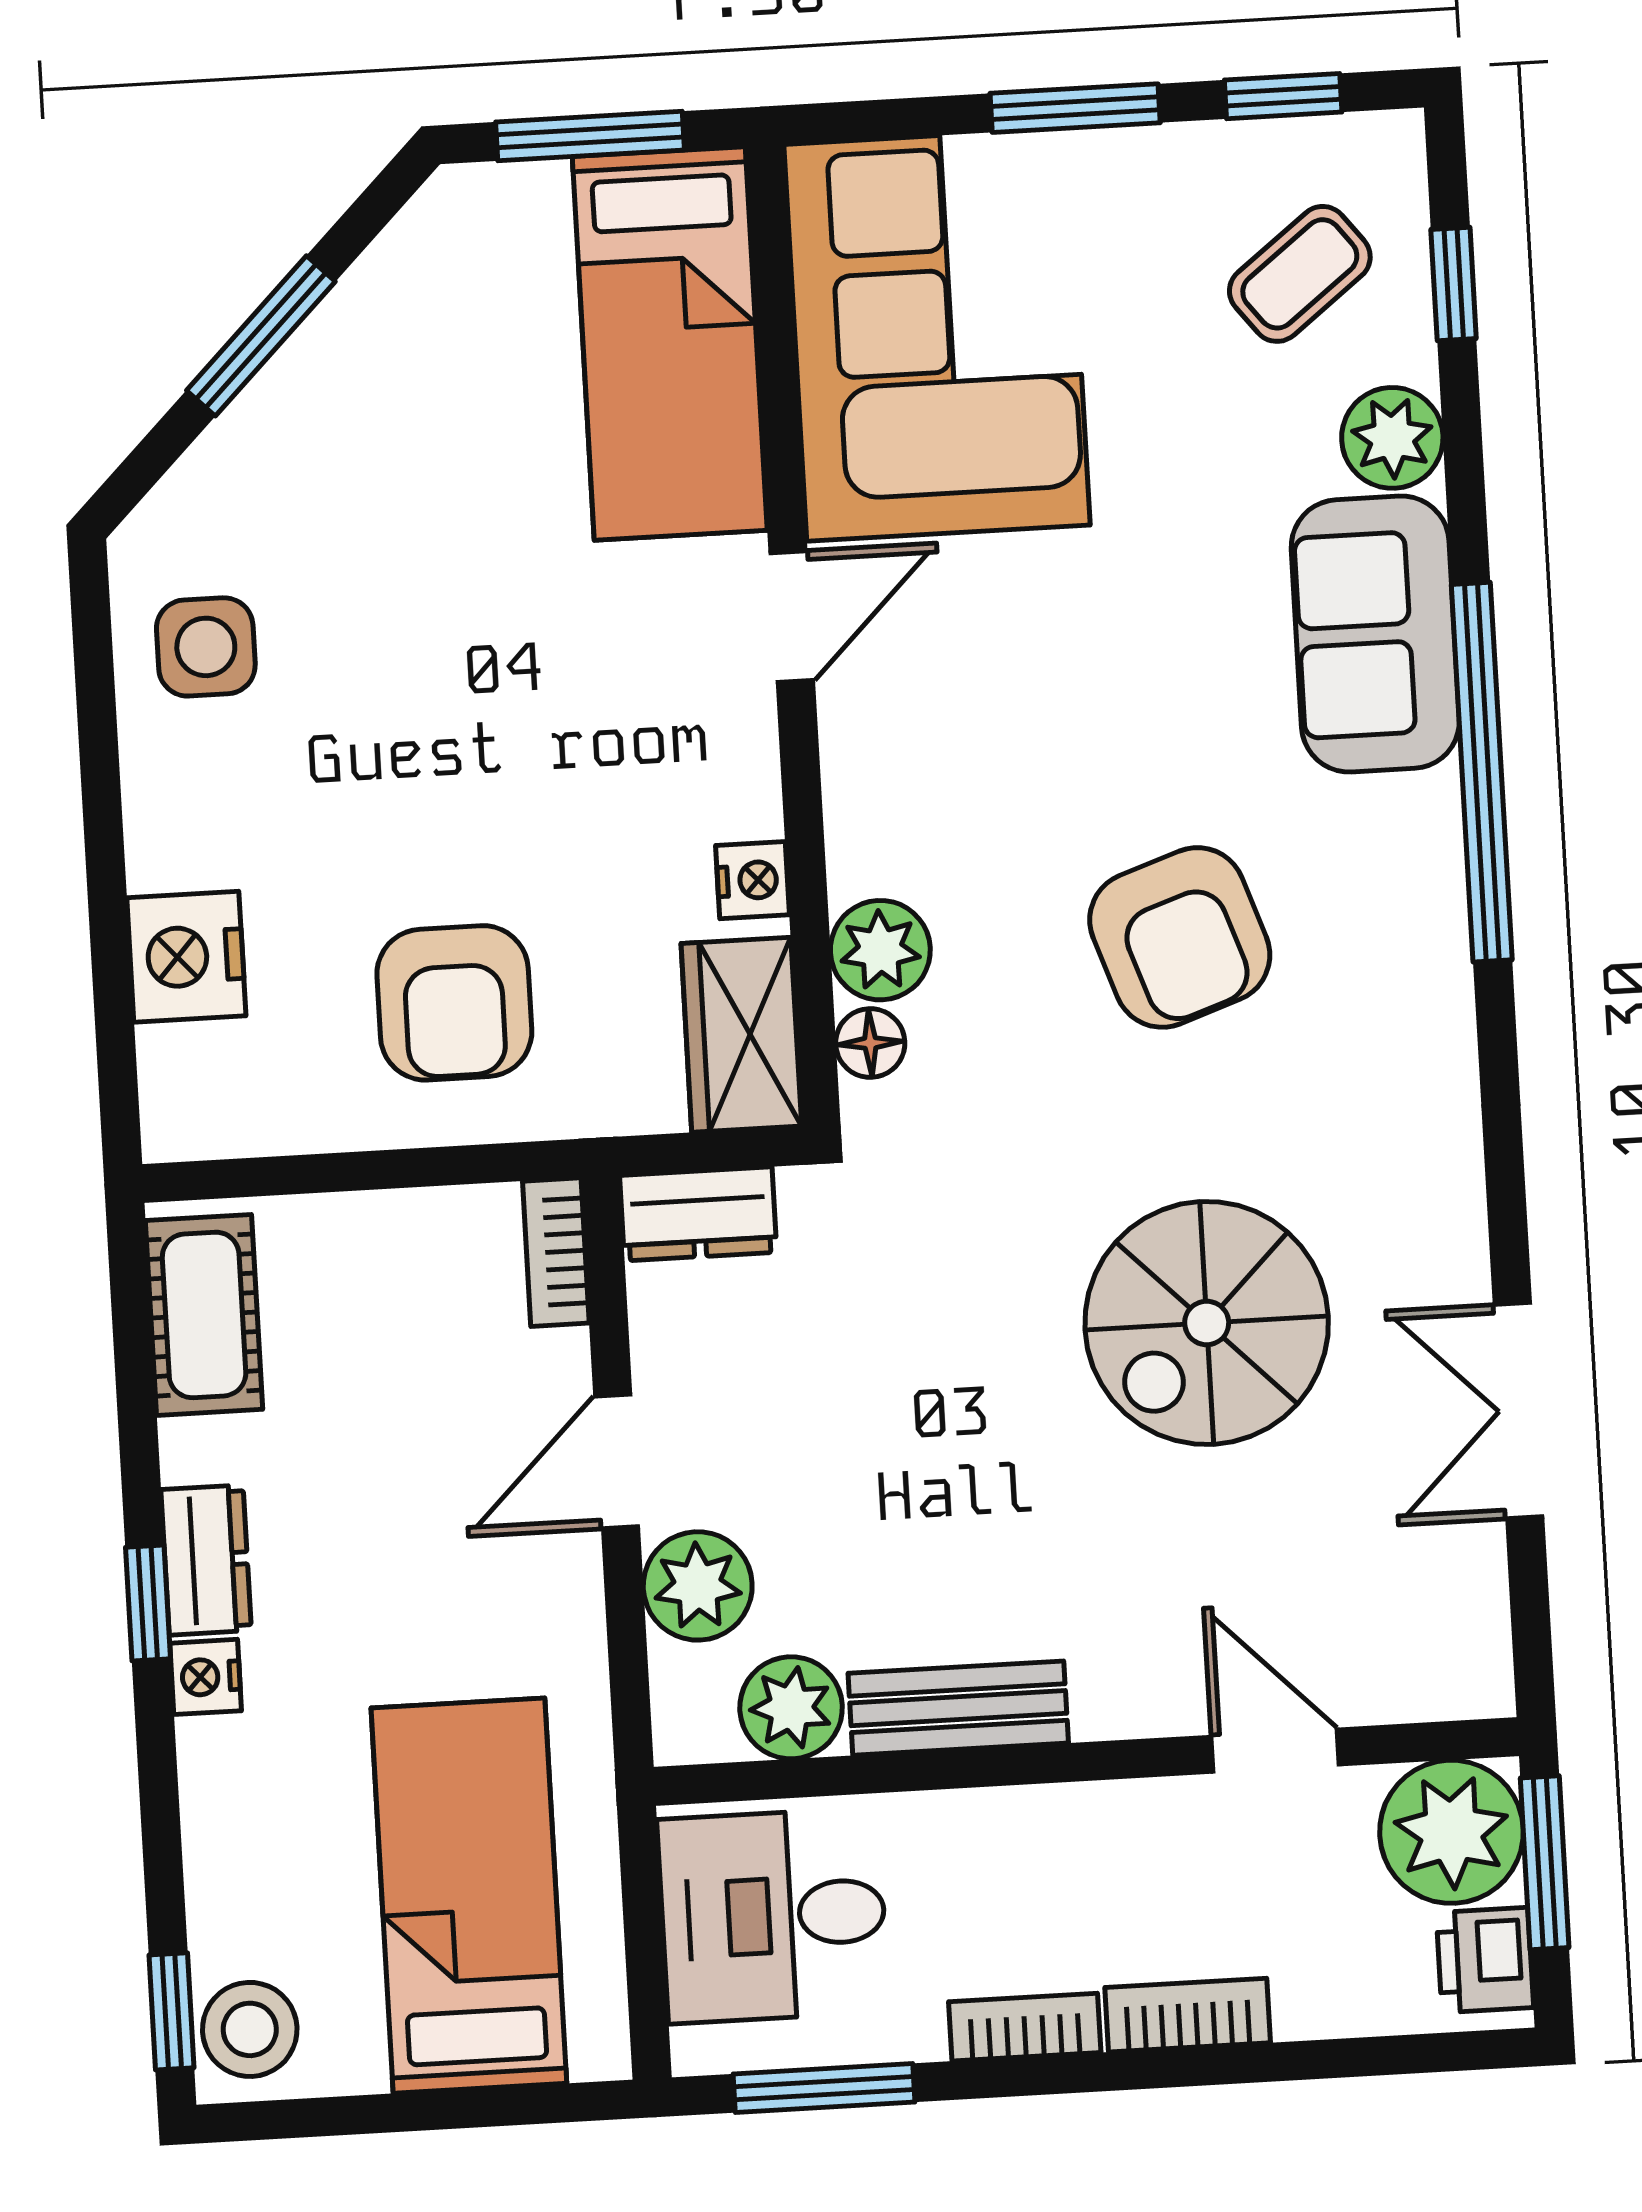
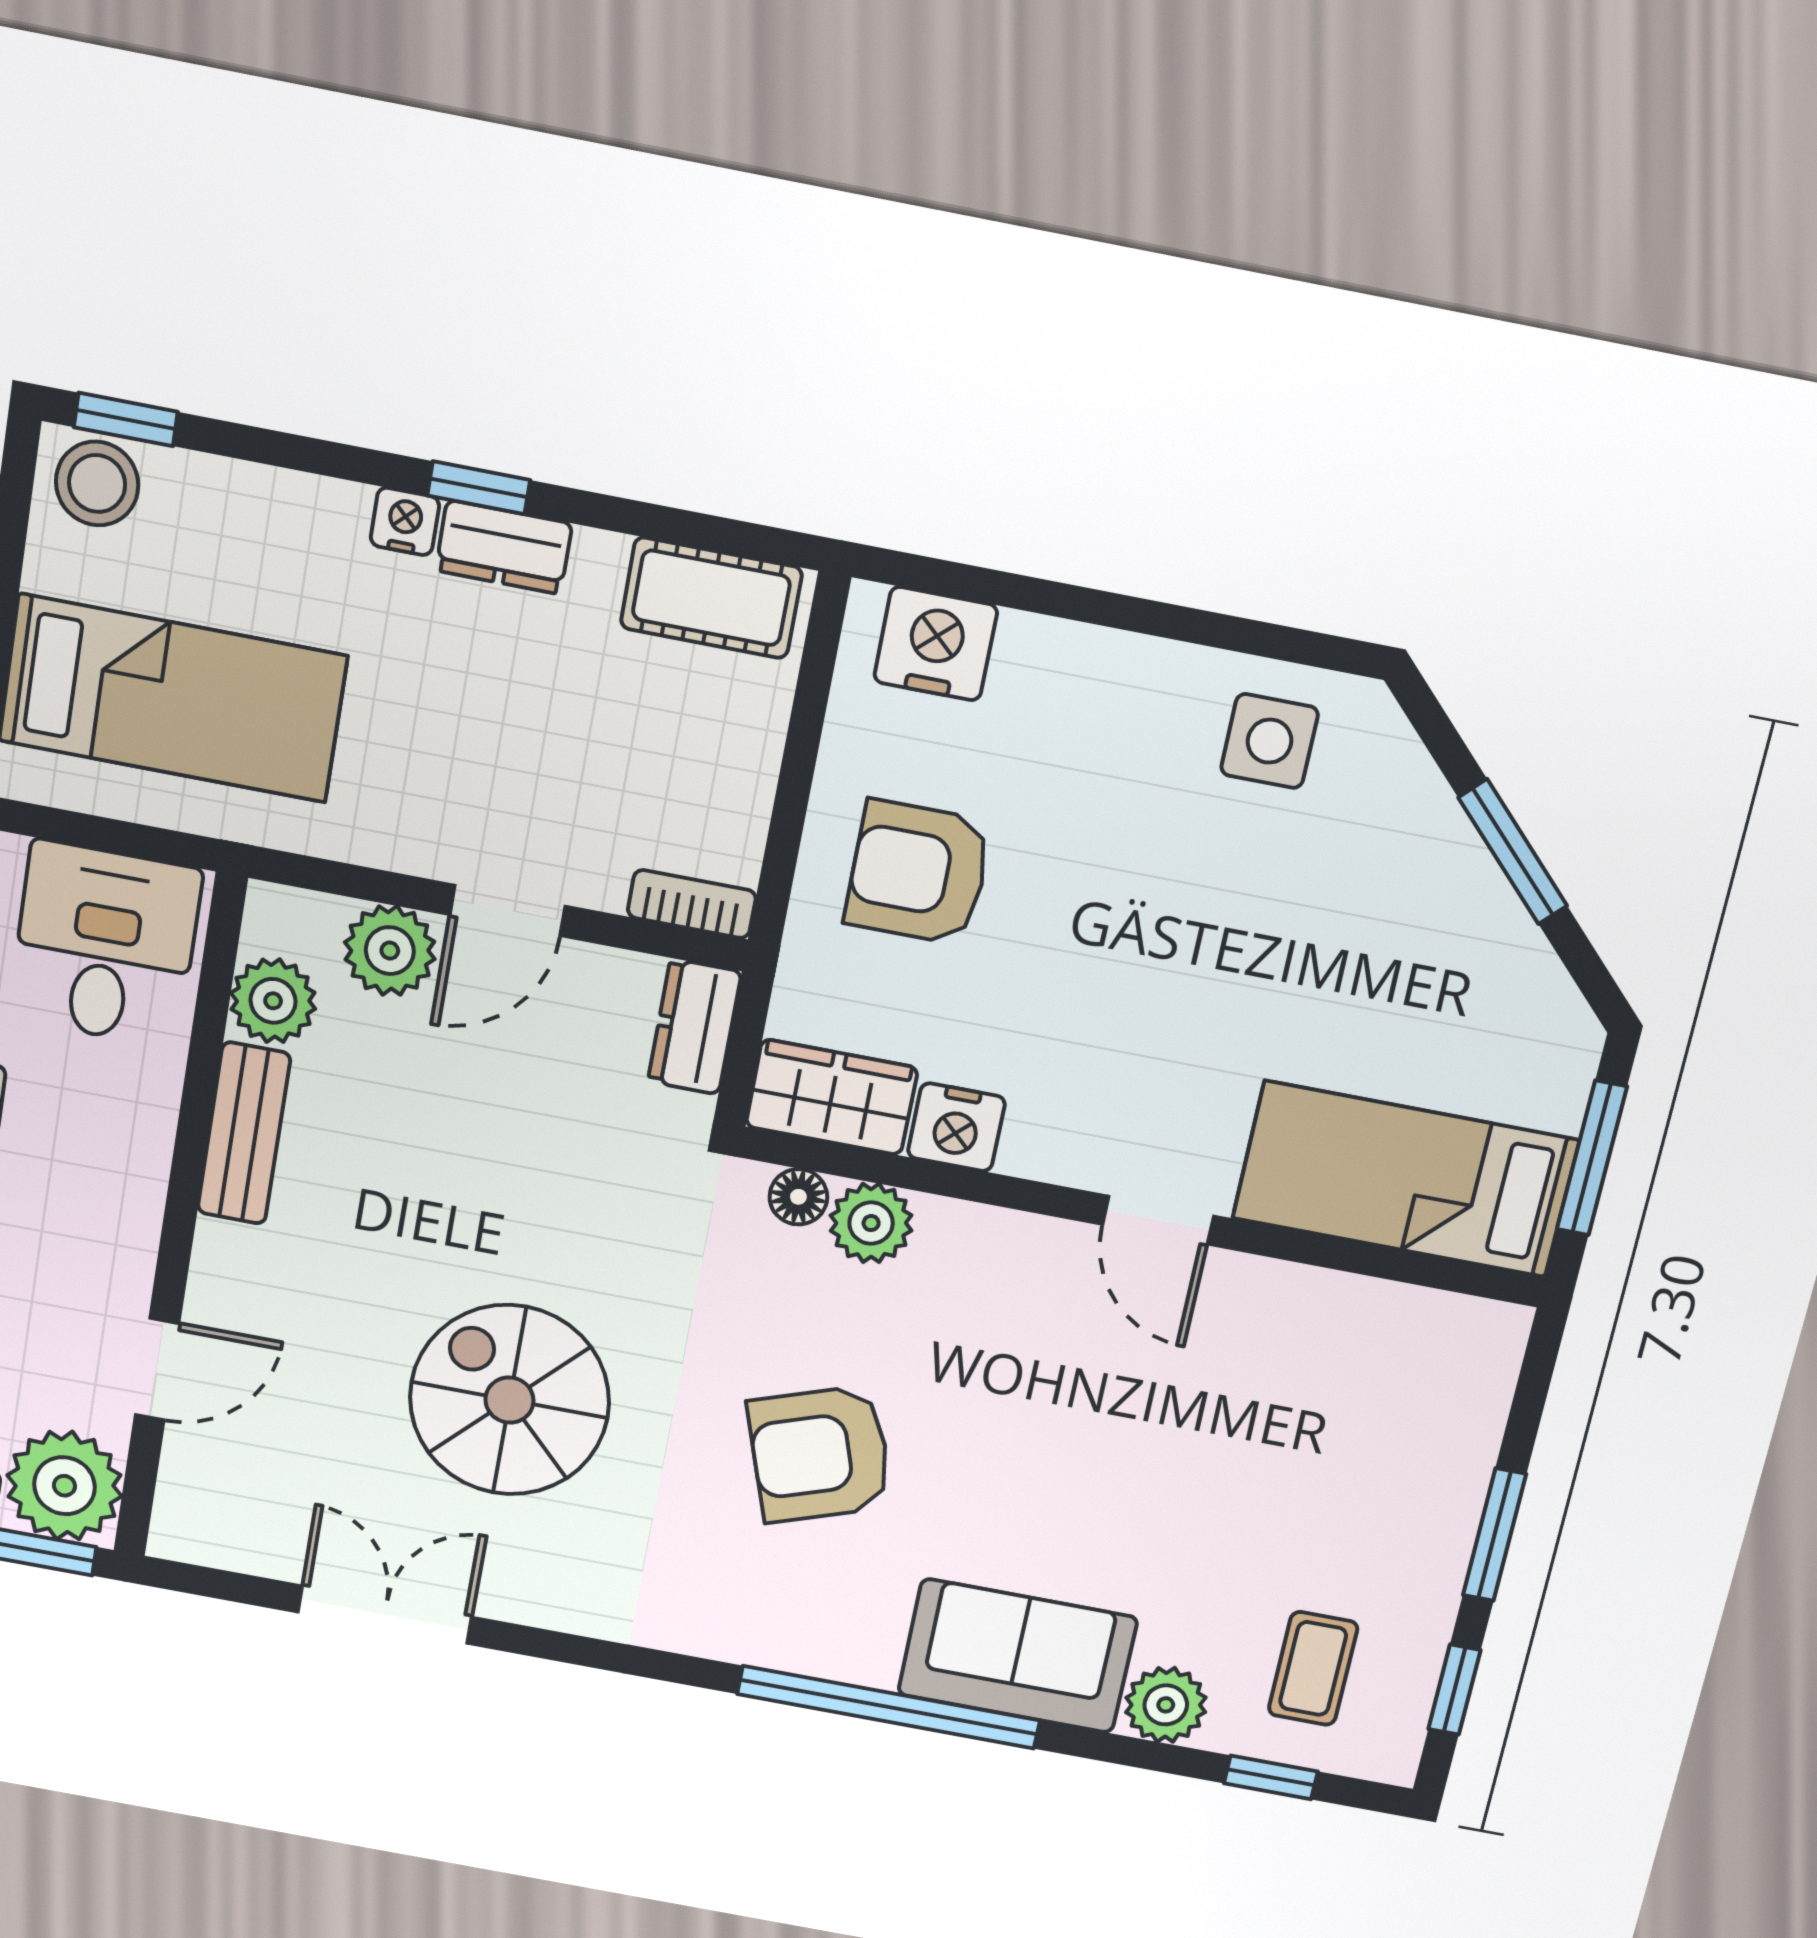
coffee table: (1300, 274) -> (1313, 1668), turned 38
corner sofa: (937, 335) -> (1349, 1387), removed
nightstand: (753, 880) -> (956, 1127), width x1.39, depth x1.35
nightstand: (186, 957) -> (936, 644), moved
door: (617, 1461) -> (507, 910), swing flipped

